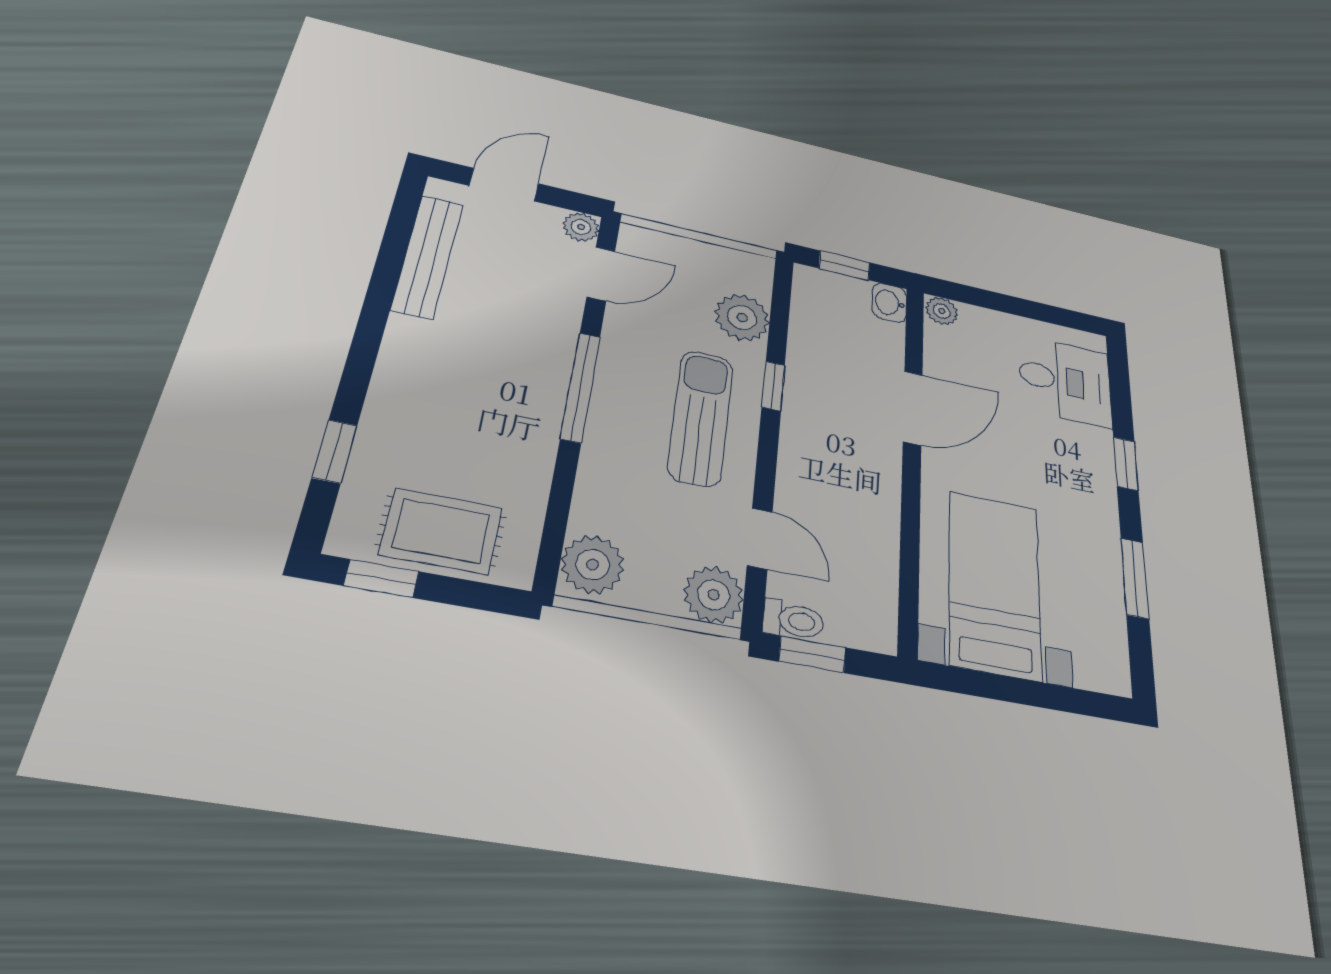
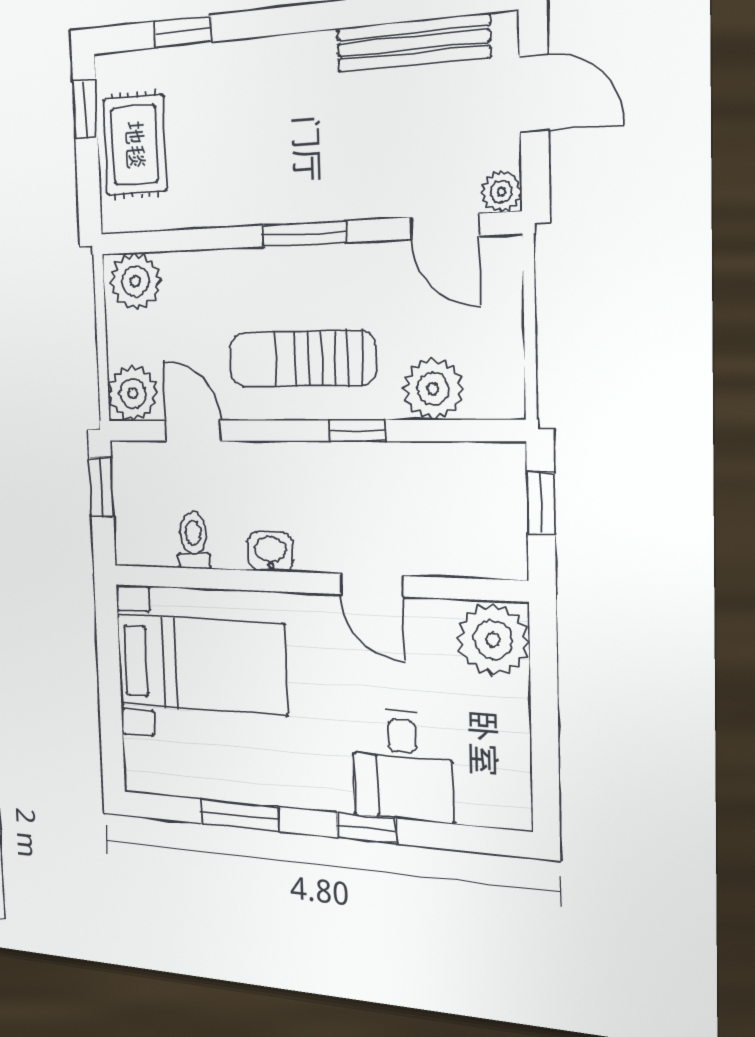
washbasin: (889, 303) -> (270, 552), moved
plant: (942, 311) -> (493, 640), width x1.87, depth x1.87
desk: (1065, 381) -> (403, 765), moved
window: (580, 387) -> (304, 234), width x0.69
door: (913, 408) -> (372, 585), width x0.73
sun lounger: (701, 417) -> (302, 359), turned 180
door: (760, 539) -> (193, 431), swing flipped
toilet: (793, 620) -> (193, 541), moved, turned 180

